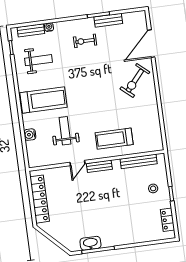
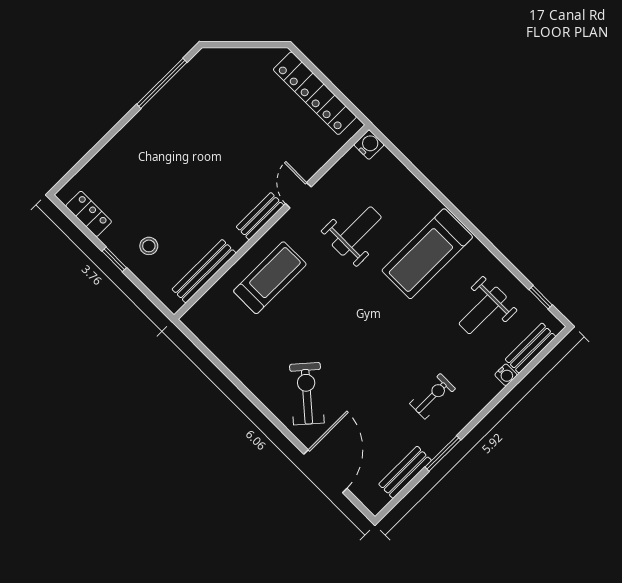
bench: (108, 20) -> (405, 472), moved
weight bench: (65, 131) -> (357, 231), turned -90
water cooler: (30, 135) -> (369, 145), moved
washbasin: (90, 243) -> (182, 85), removed

